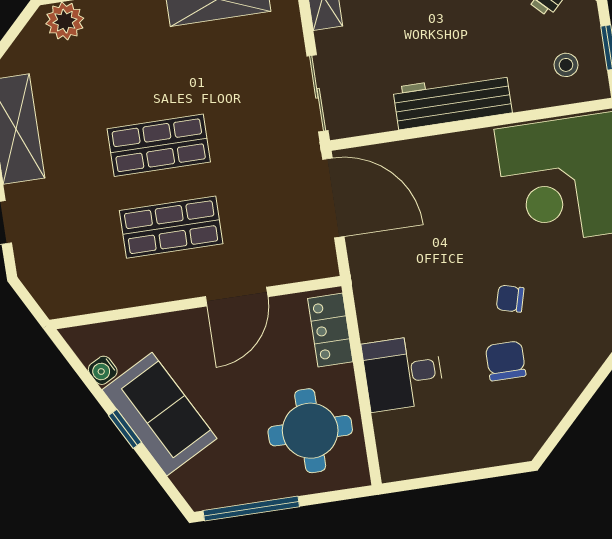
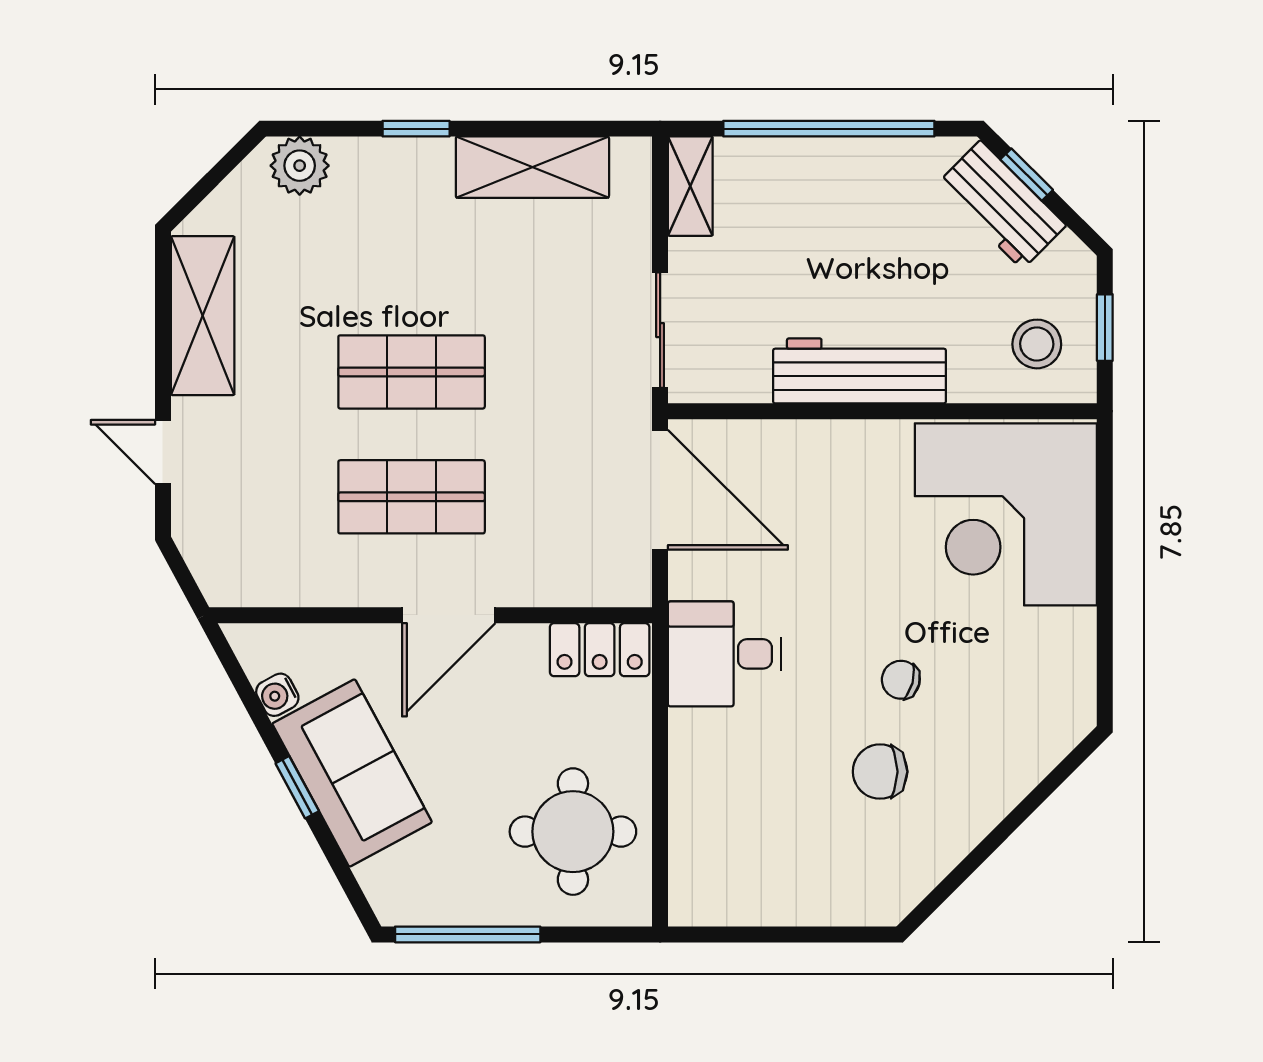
stool: (566, 65) -> (1037, 344), width x1.37, depth x1.37
door: (237, 297) -> (449, 615), moved
locker: (330, 330) -> (600, 650), moved, turned -90
chair: (506, 361) -> (880, 772), turned -90
desk: (403, 373) -> (724, 654), moved

